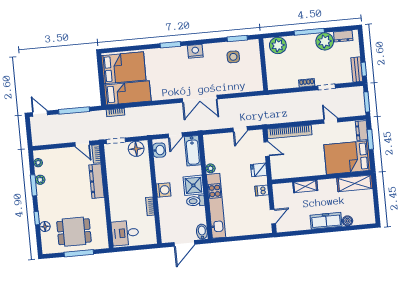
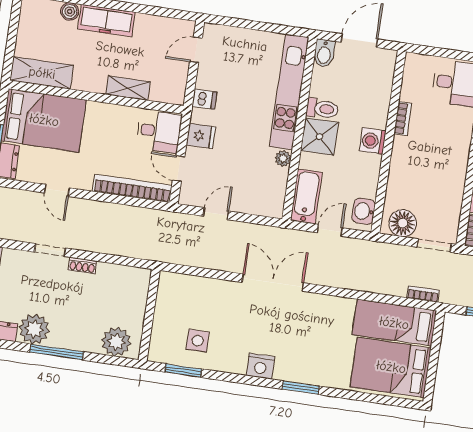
desk: (282, 167) -> (159, 131), added

